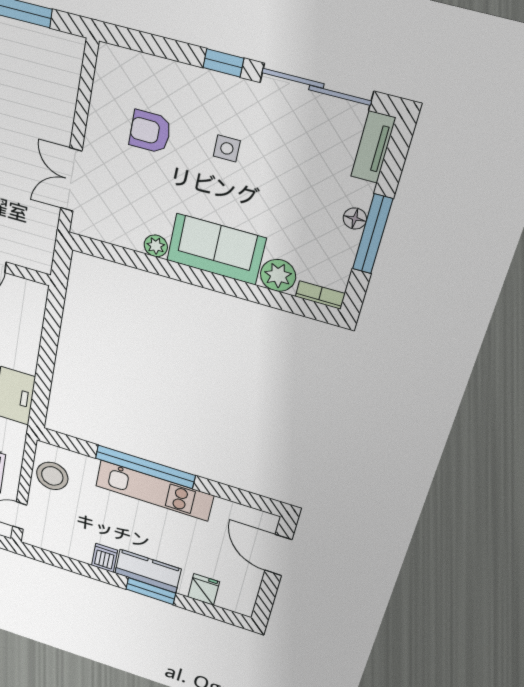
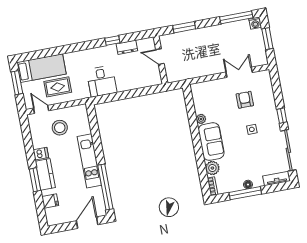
double door: (71, 180) -> (239, 72), moved
window: (145, 467) -> (105, 187), moved
stool: (52, 476) -> (60, 128), moved

